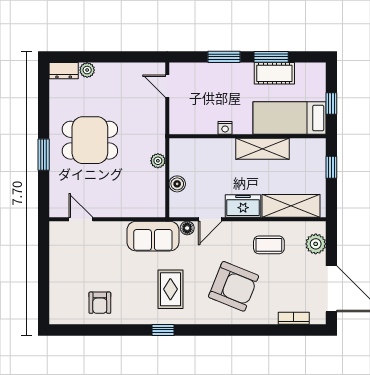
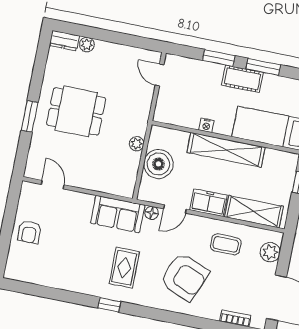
cot: (274, 73) -> (242, 79), moved
shelving: (262, 149) -> (226, 150), width x1.47
boiler: (177, 184) -> (158, 164), width x1.86, depth x1.86
armchair: (100, 303) -> (29, 232), moved

